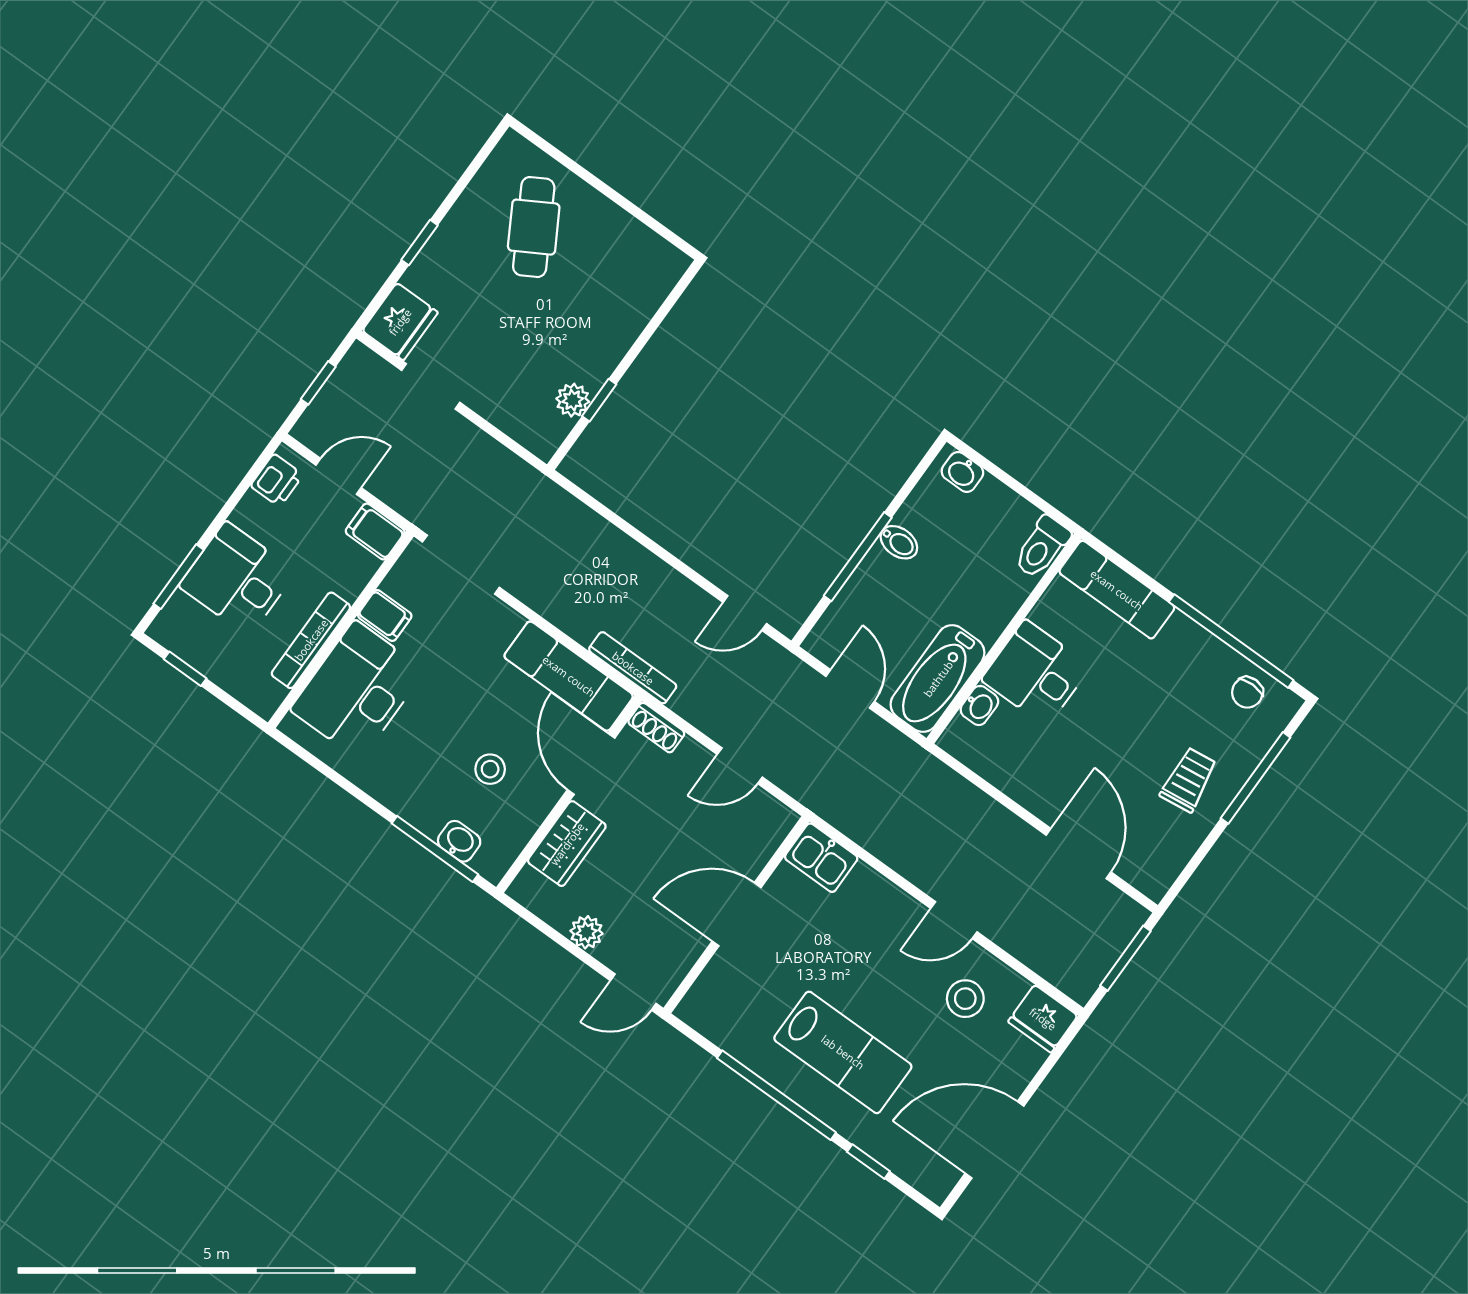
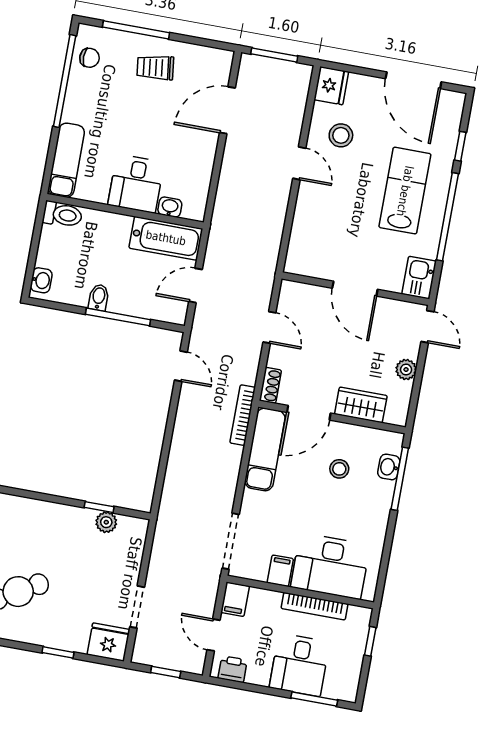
window: (185, 669) -> (370, 641), moved
kitchen sink: (821, 858) -> (419, 278), moved, turned 180

